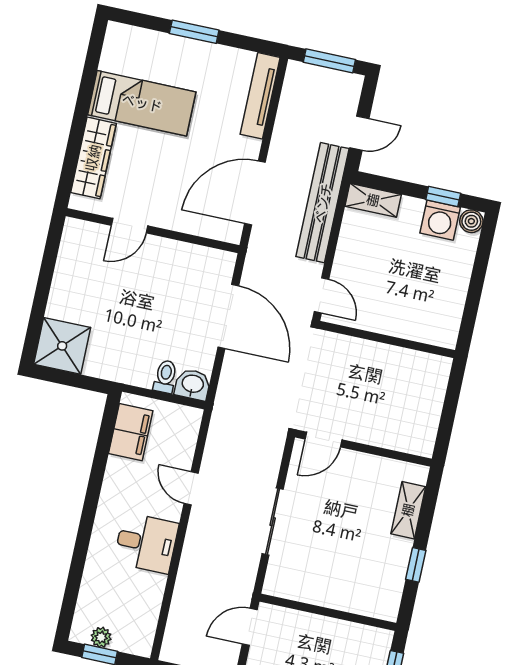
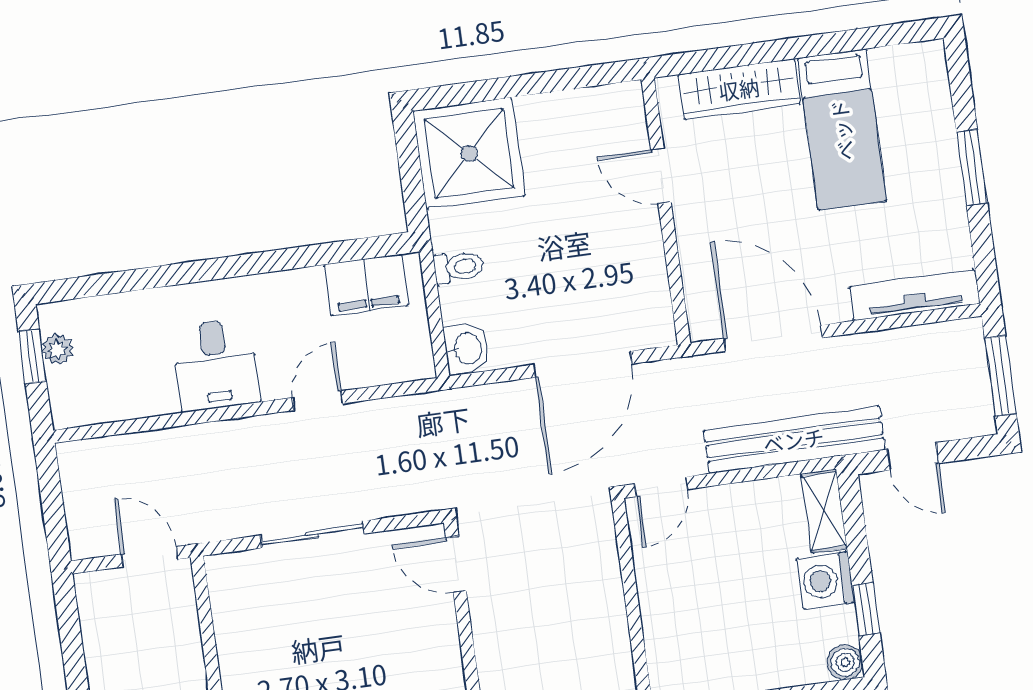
washing machine: (440, 220) -> (825, 581), moved
shower: (62, 346) -> (469, 154), width x1.37, depth x1.37
toilet: (165, 377) -> (458, 267), moved

